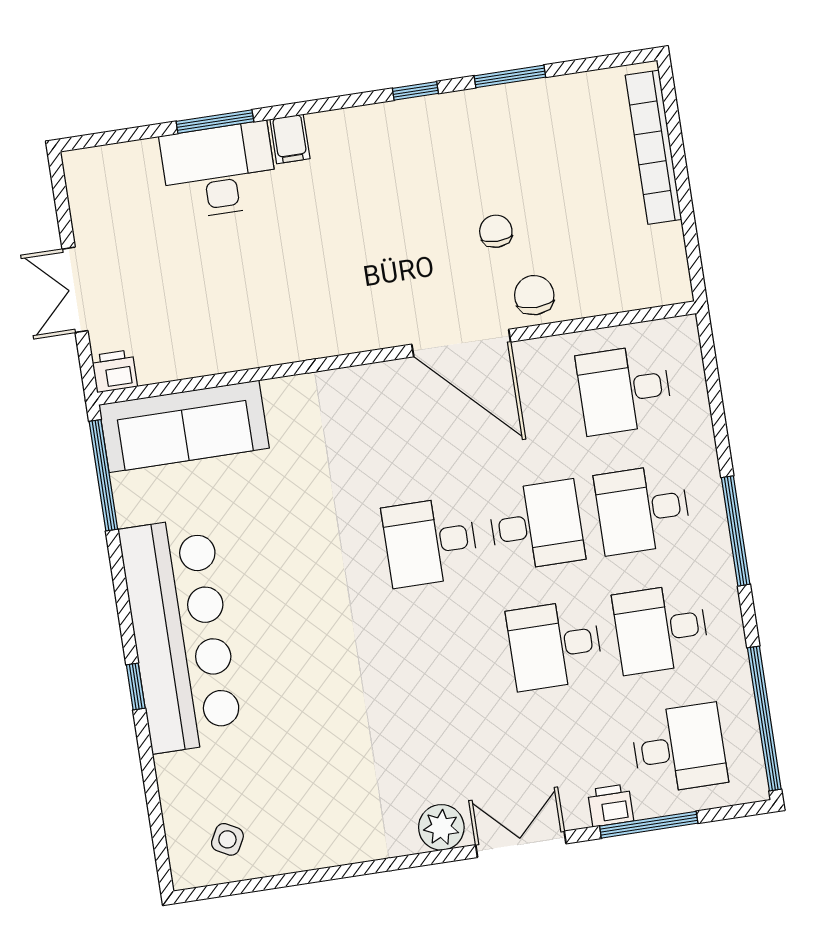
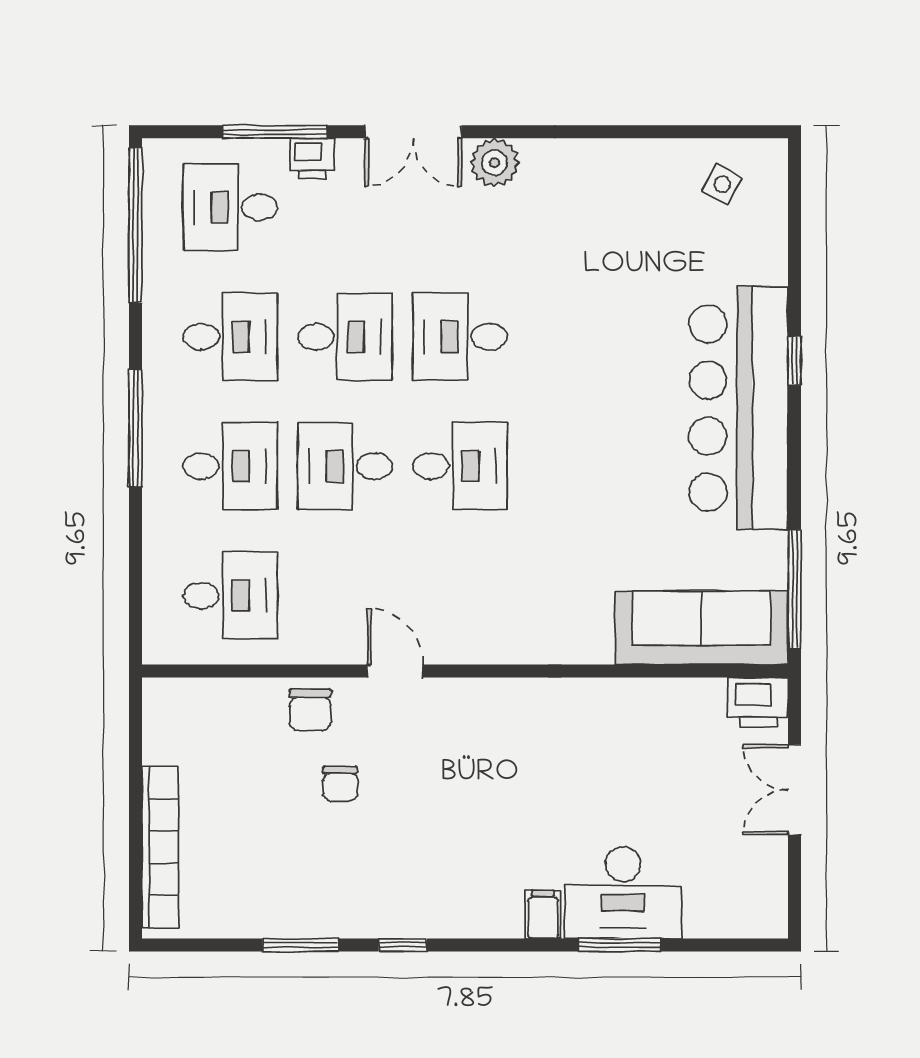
double door: (75, 290) -> (795, 790), swing flipped
door: (461, 343) -> (395, 671), width x0.53
printer: (114, 371) -> (758, 702), width x1.36, depth x1.24
desk: (448, 661) -> (460, 337), added

